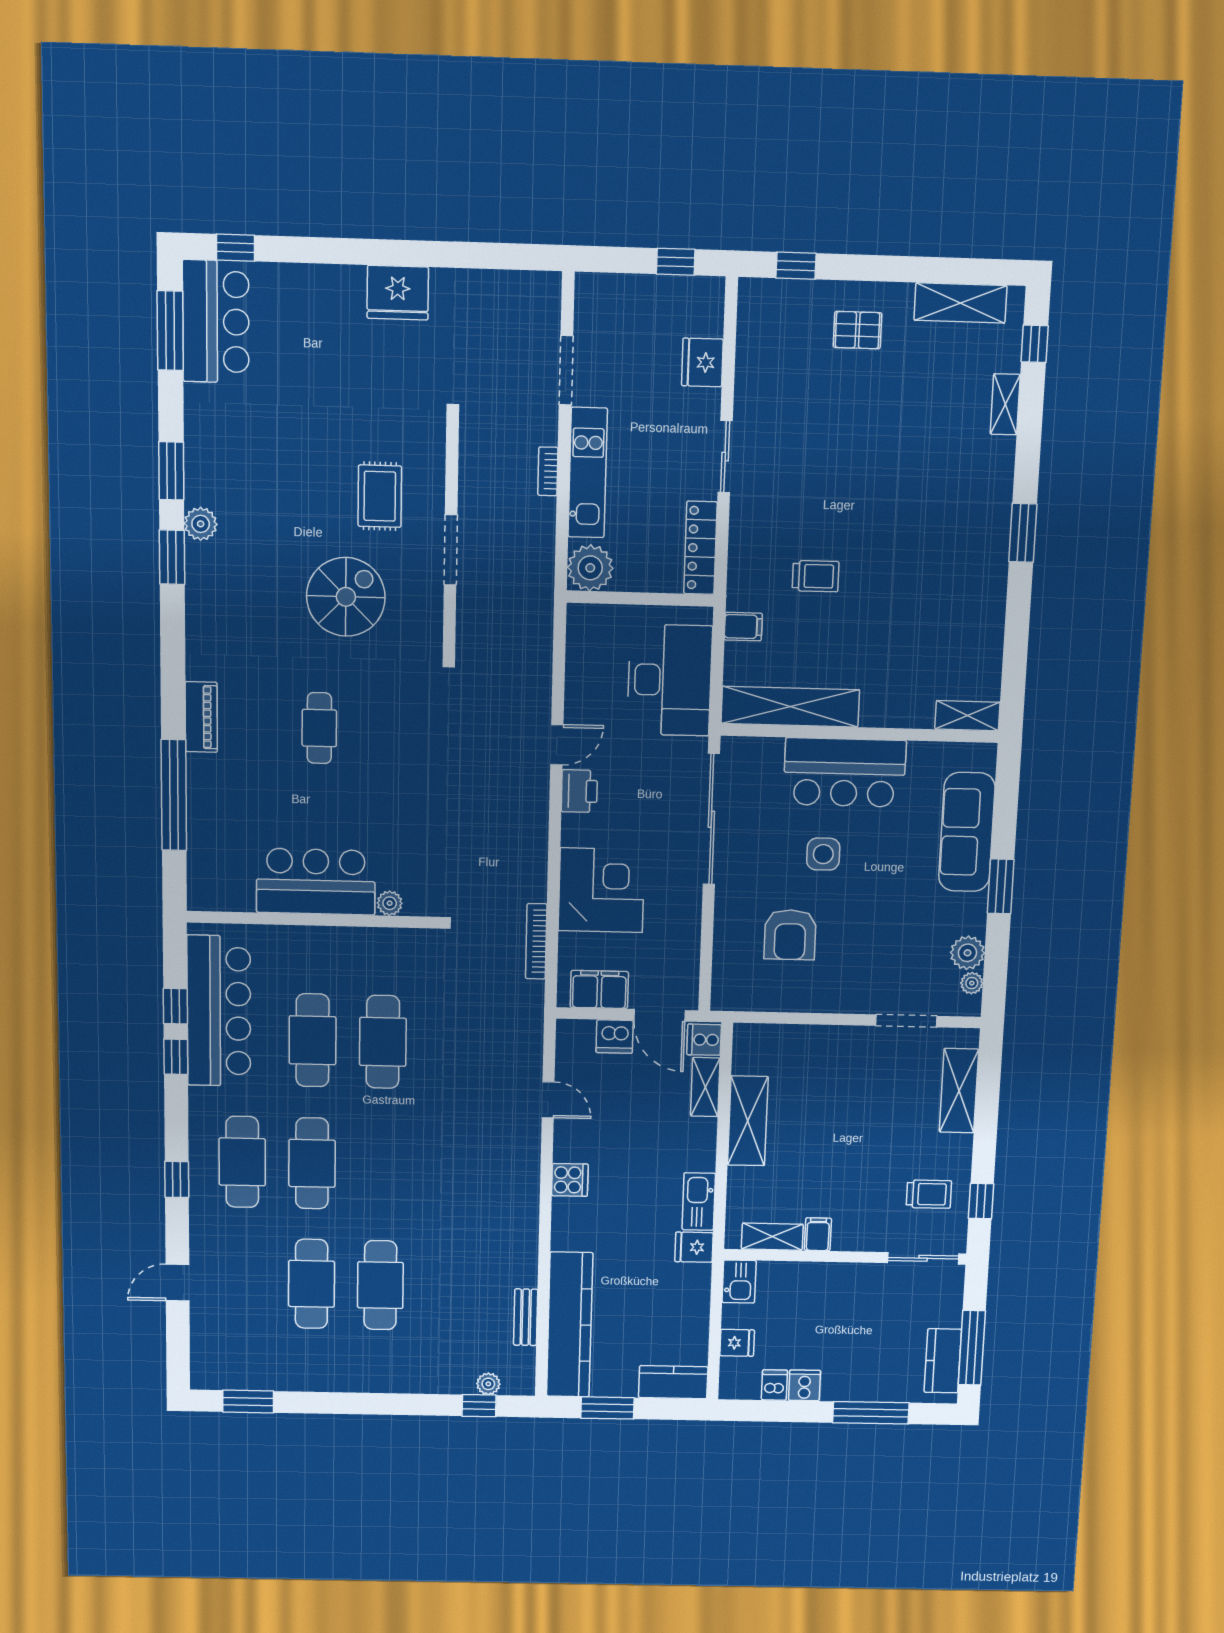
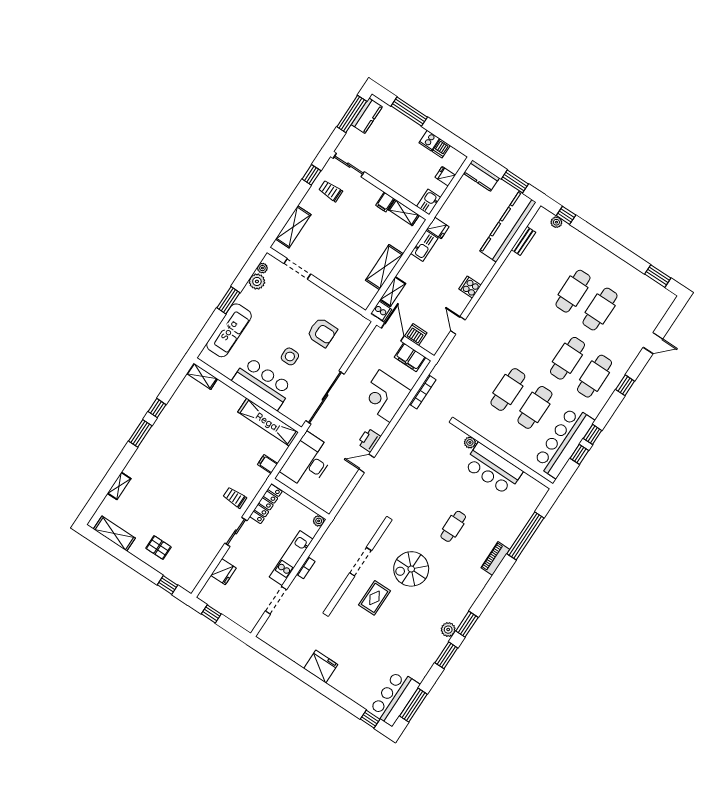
window: (1035, 344) -> (157, 408), moved
plant: (590, 568) -> (319, 521), width x0.53, depth x0.53
trolley: (816, 576) -> (235, 498), moved
armchair: (790, 935) -> (322, 332), turned 90

